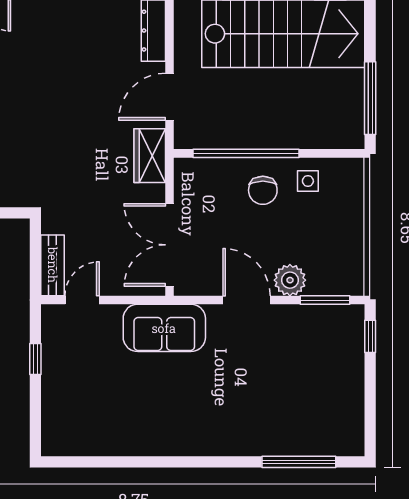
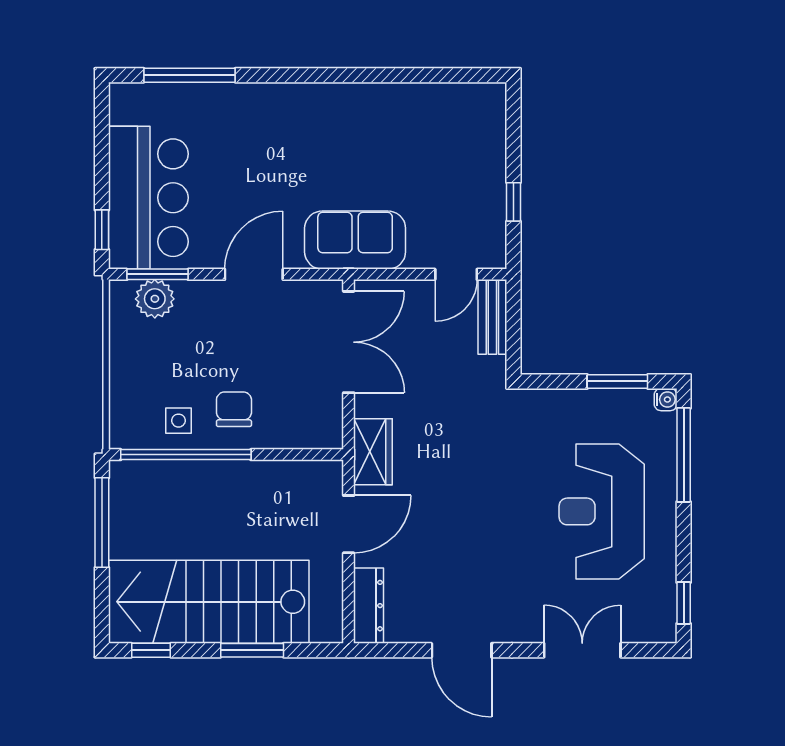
window: (246, 153) -> (186, 455), moved
plant: (290, 280) -> (155, 299), moved
door: (247, 300) -> (254, 274), swing flipped
bar counter: (332, 362) -> (148, 198), added

